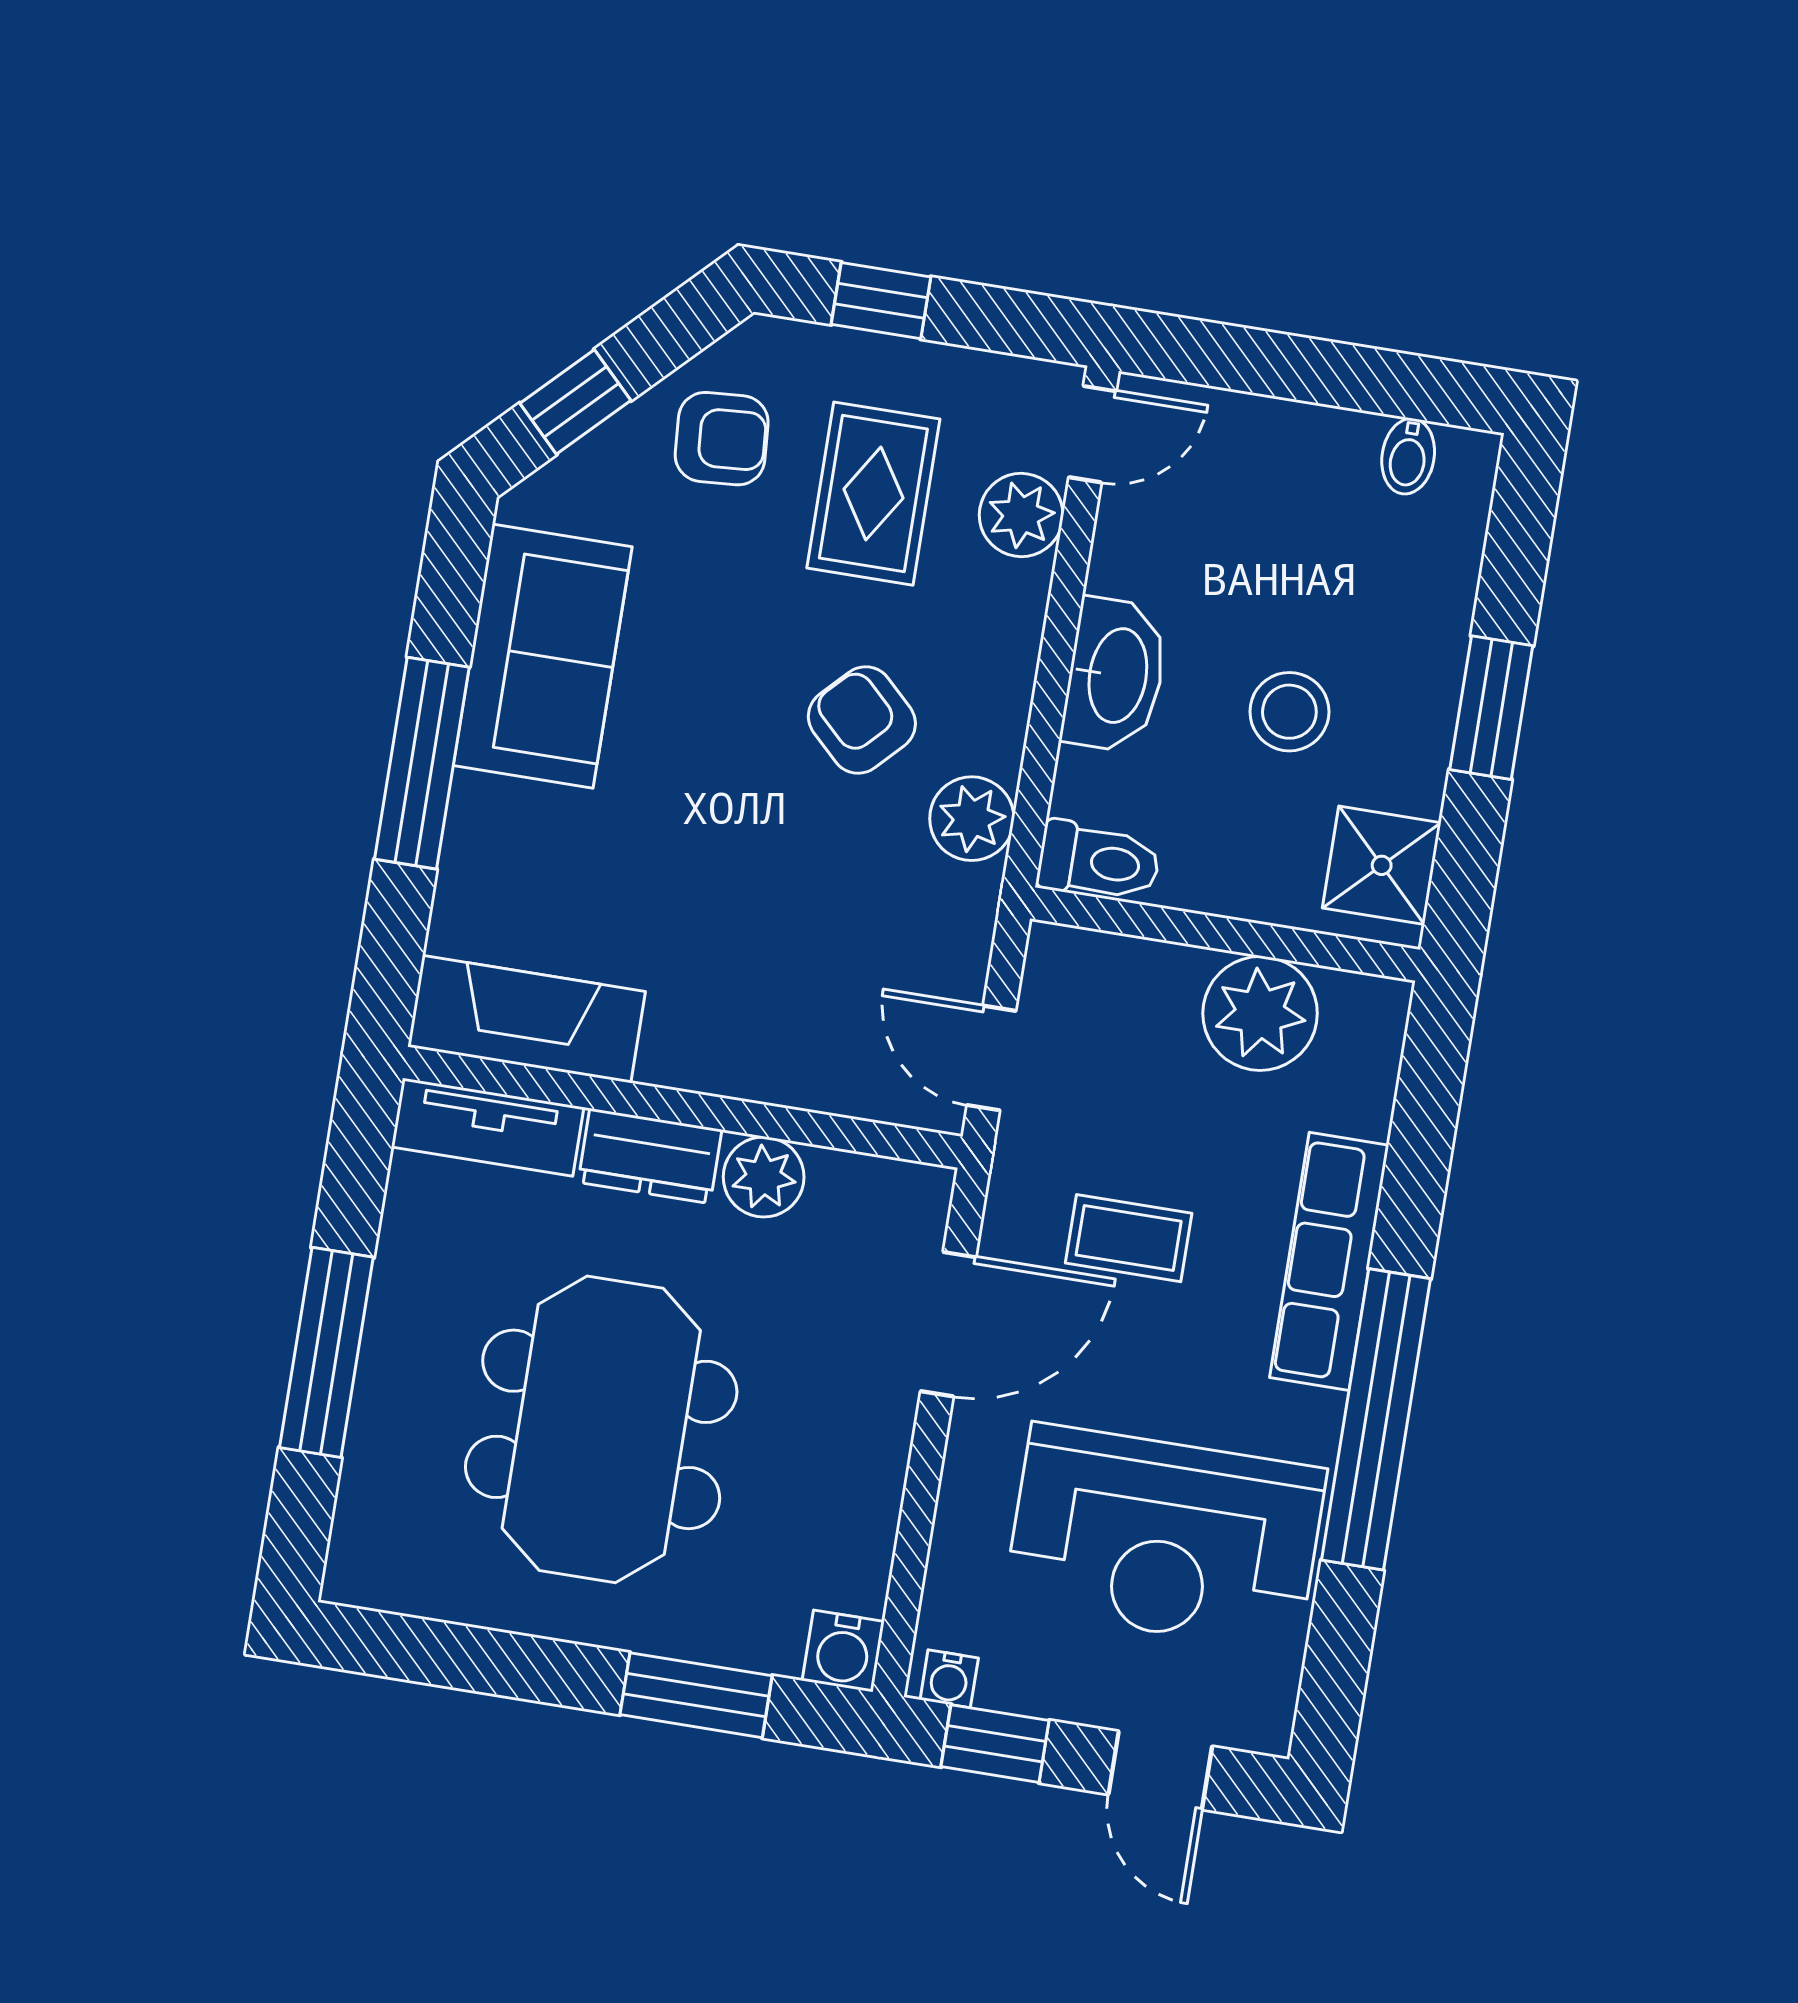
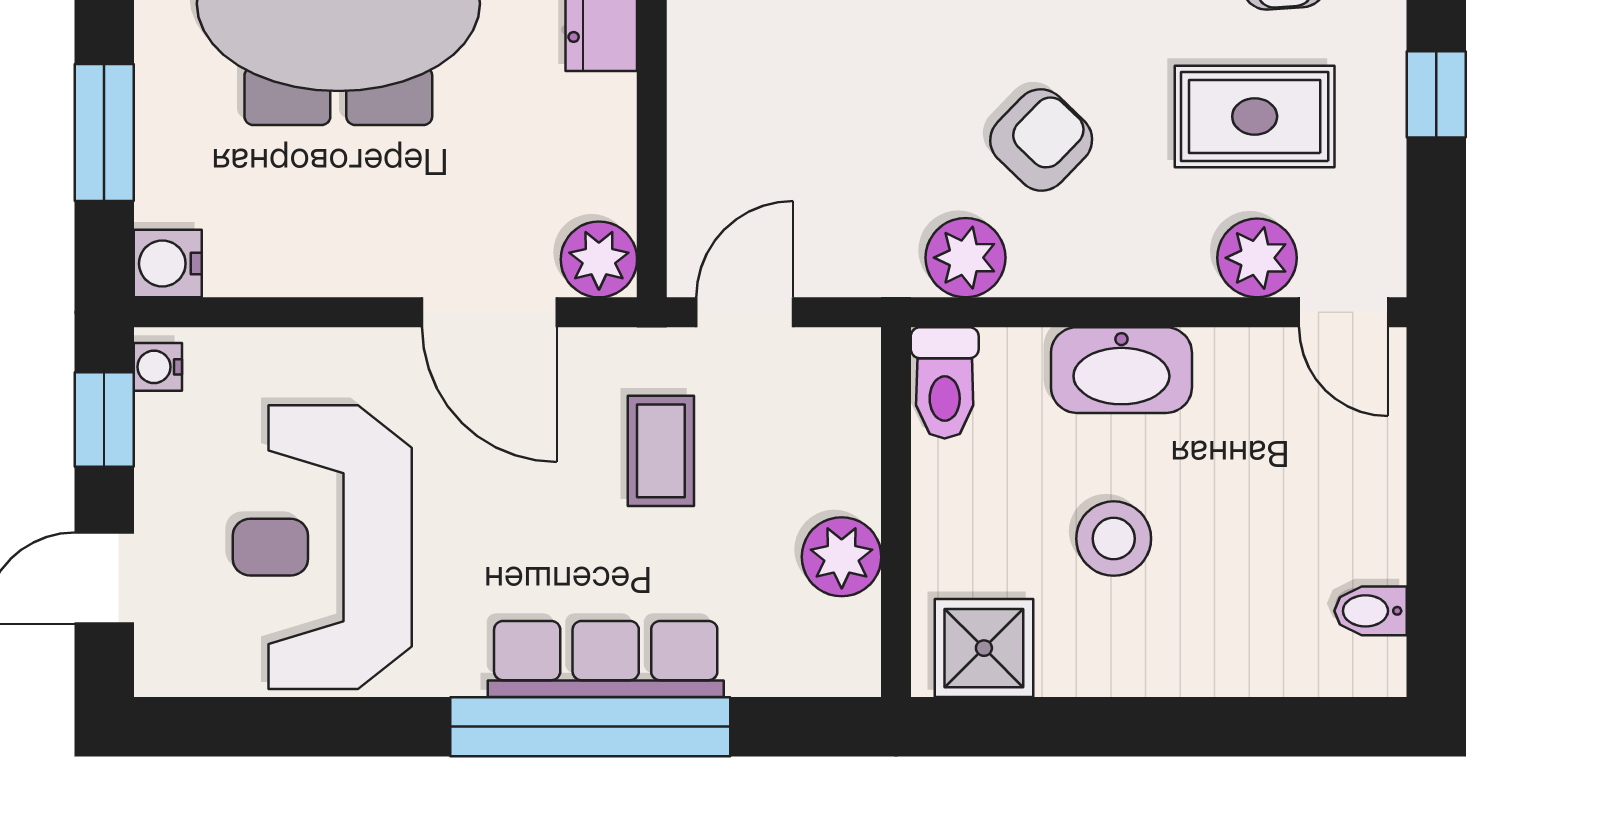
window: (1491, 708) -> (1148, 727), removed
plant: (1260, 1013) -> (842, 557), width x0.73, depth x0.73
plant: (764, 1177) -> (599, 259), moved
coffee table: (1129, 1238) -> (661, 451), moved
window: (1376, 1419) -> (590, 727), moved

